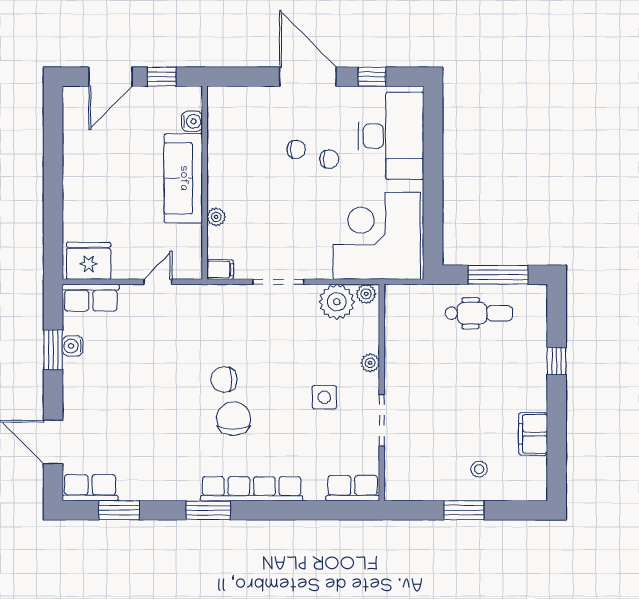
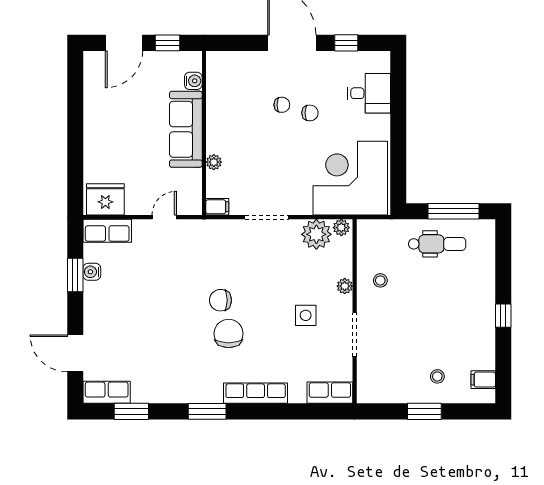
desk: (391, 136) -> (369, 93), width x0.53, depth x0.77
stool: (412, 356) -> (380, 280), added
window: (557, 361) -> (503, 316), moved
filing cabinet: (533, 434) -> (483, 380), moved, width x0.50
row of seats: (252, 489) -> (256, 393), width x0.73

